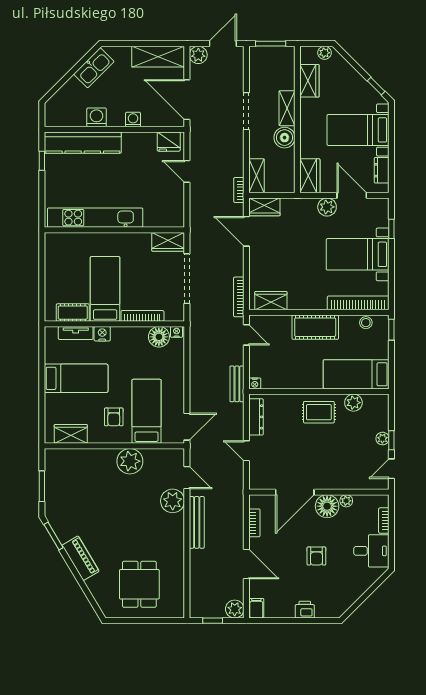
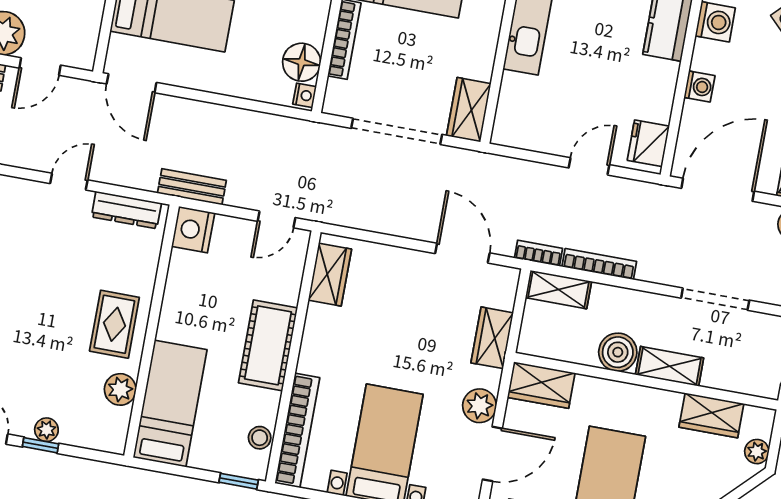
doorway: (246, 111) -> (715, 299), moved
wardrobe: (264, 207) -> (492, 338), moved
door: (246, 231) -> (462, 253), hinge flipped
bookcase: (239, 297) -> (599, 264), moved
nightstand: (255, 383) -> (193, 230), width x1.89, depth x1.79

